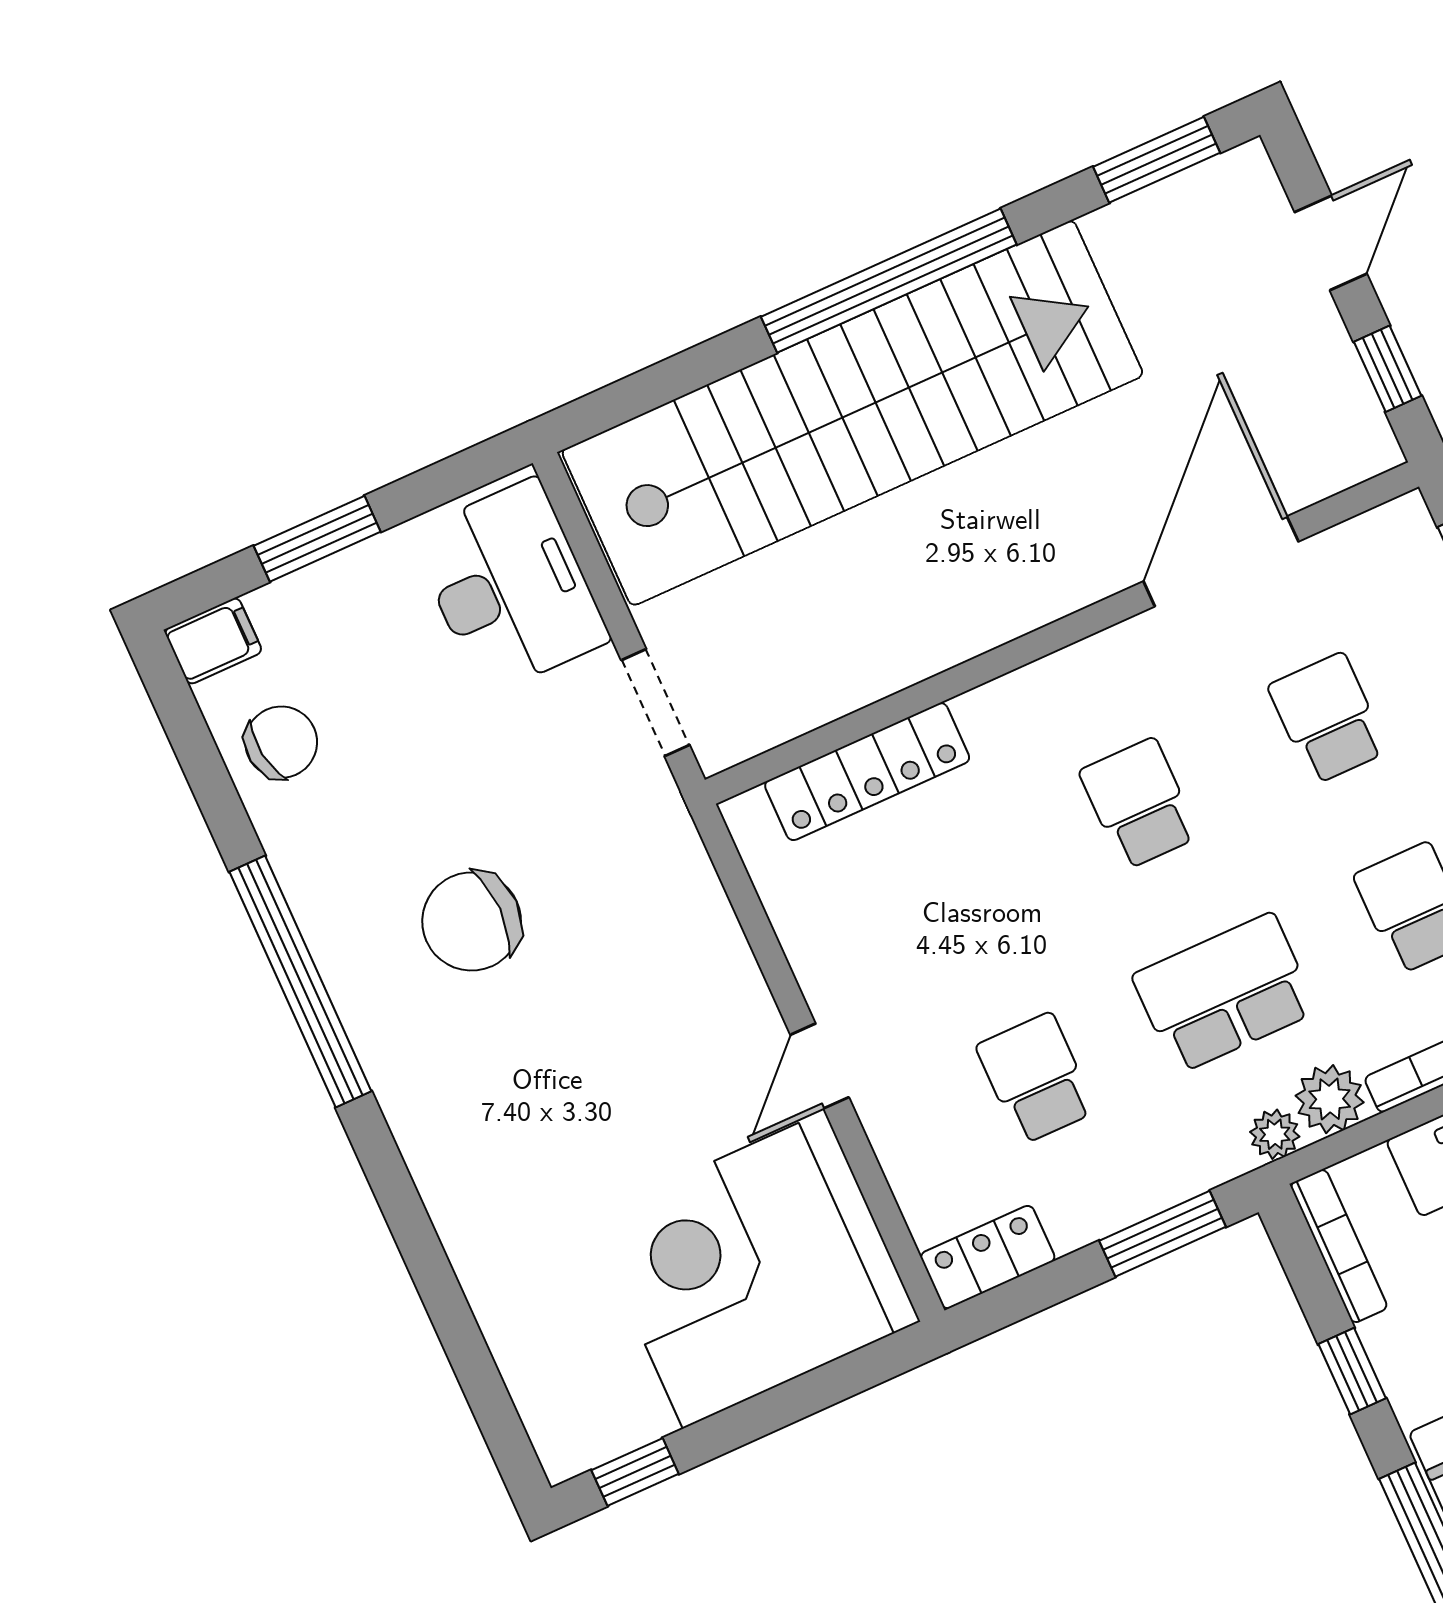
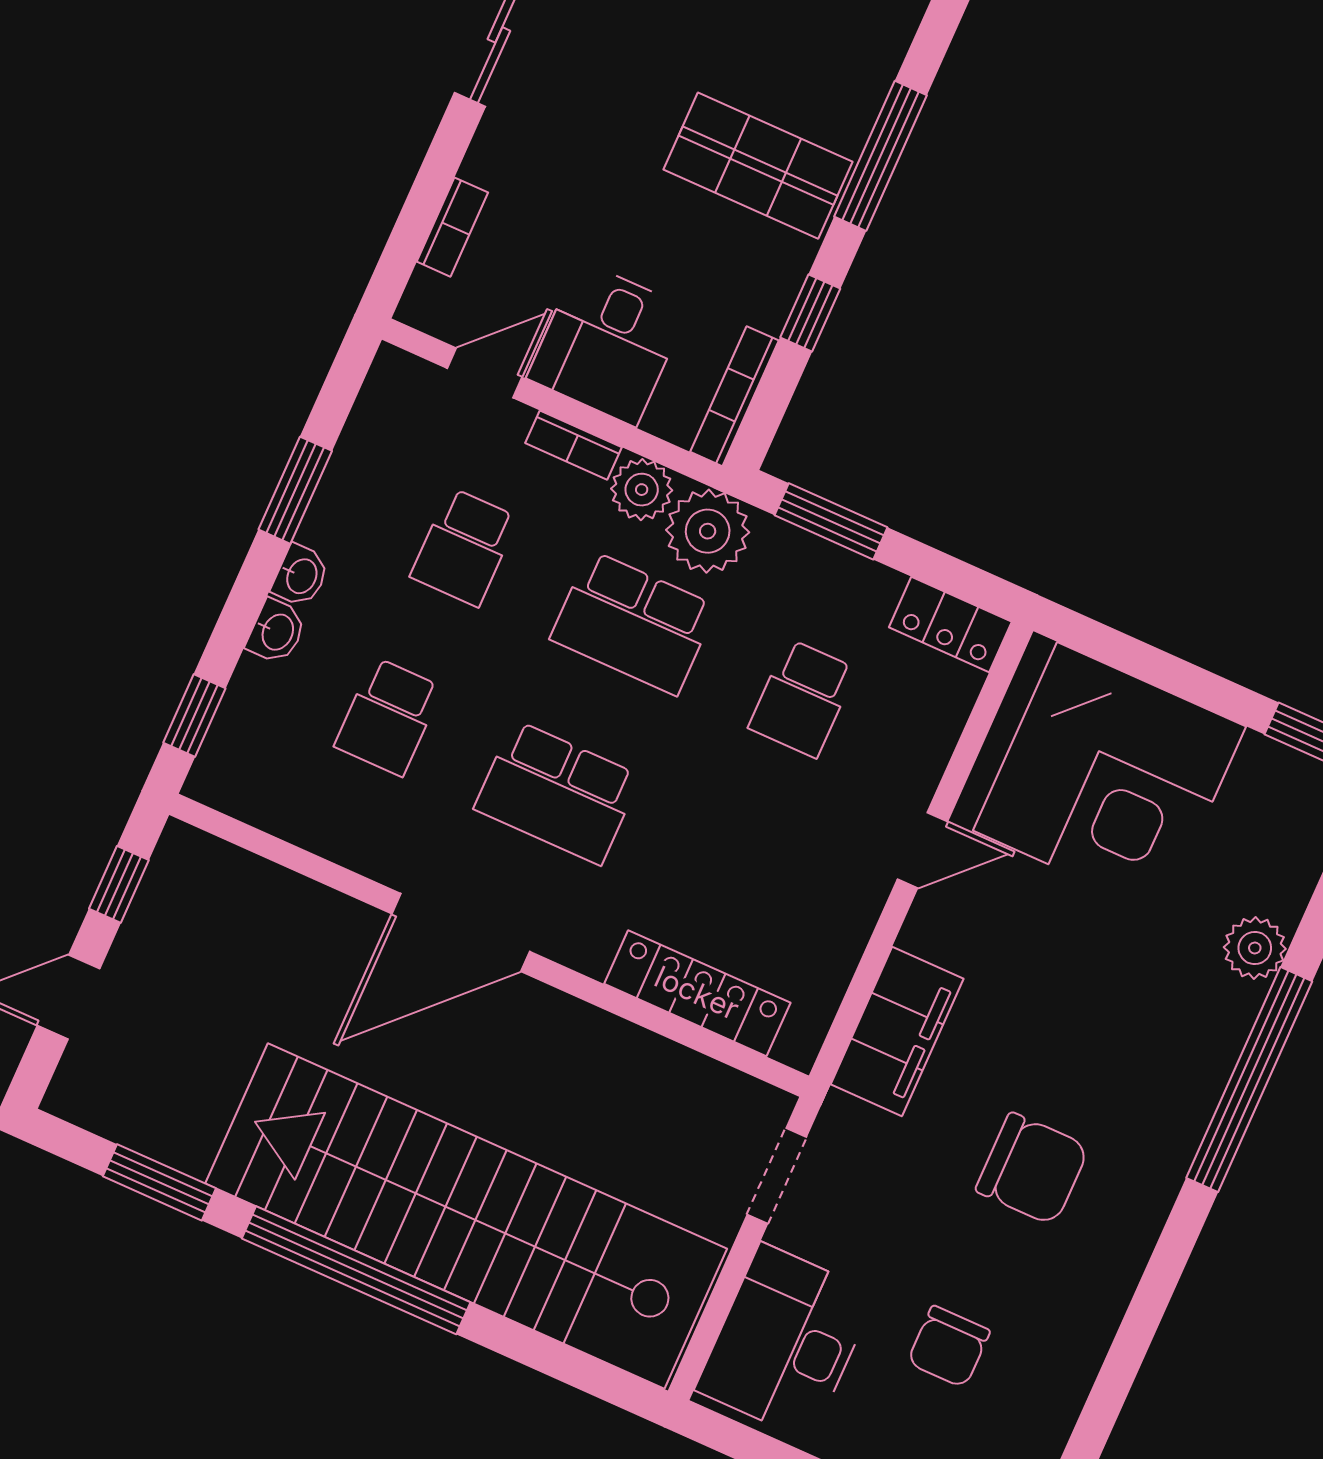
window: (1157, 160) -> (159, 1182), moved
door: (1221, 561) -> (461, 933), moved
chair: (281, 742) -> (949, 1347), moved, turned -82
school desk: (1139, 804) -> (557, 792), width x1.85
filing cabinet: (687, 910) -> (897, 1031), added
window: (300, 981) -> (1249, 1080), moved
plant: (1275, 1134) -> (708, 531), width x1.88, depth x1.88
plant: (491, 1271) -> (1255, 948), added

